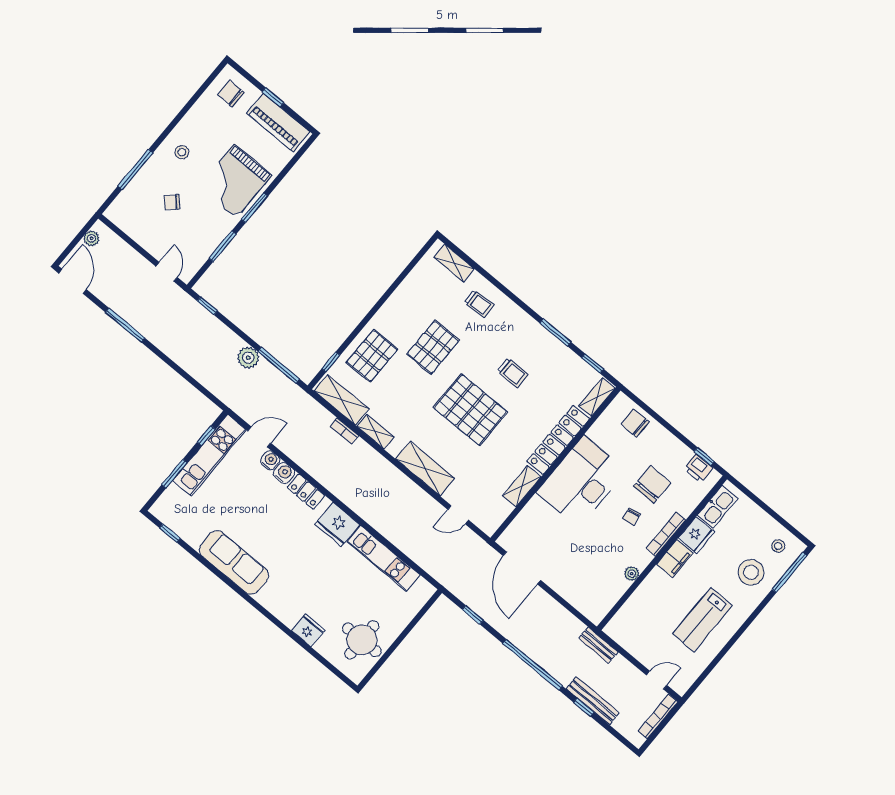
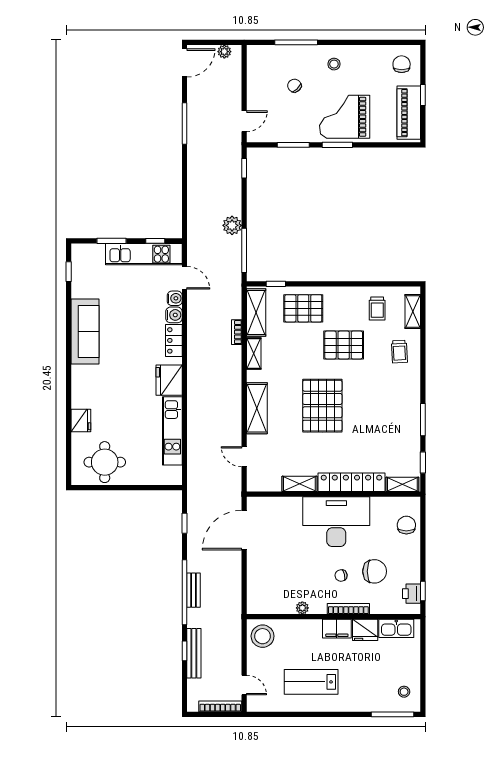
trolley: (513, 373) -> (377, 309), moved
stool: (751, 572) -> (263, 636), moved
bench: (598, 645) -> (194, 590), moved

